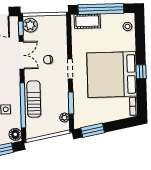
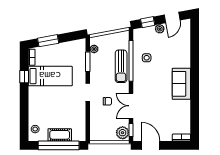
cot: (87, 21) -> (60, 135), moved
window: (141, 72) -> (24, 77), moved
bed: (112, 75) -> (50, 76), width x0.49
window: (93, 130) -> (48, 41), moved
floor lamp: (15, 134) -> (139, 35), removed

